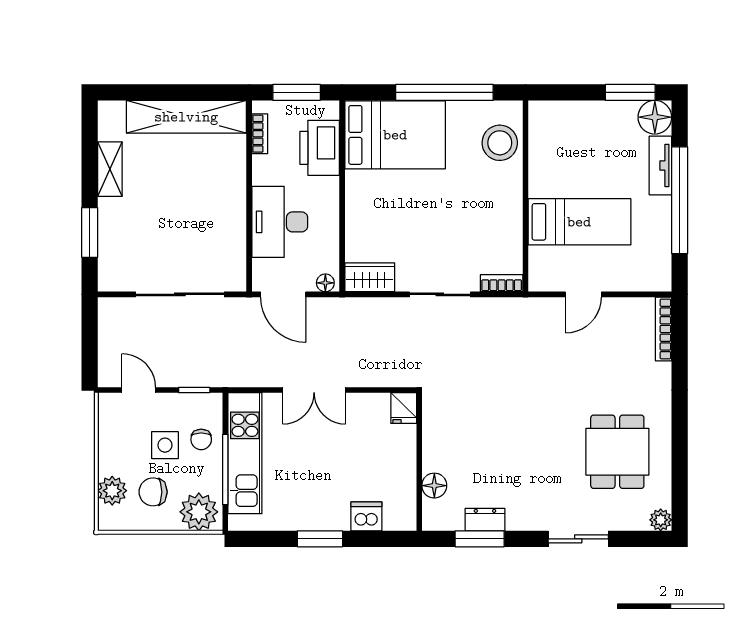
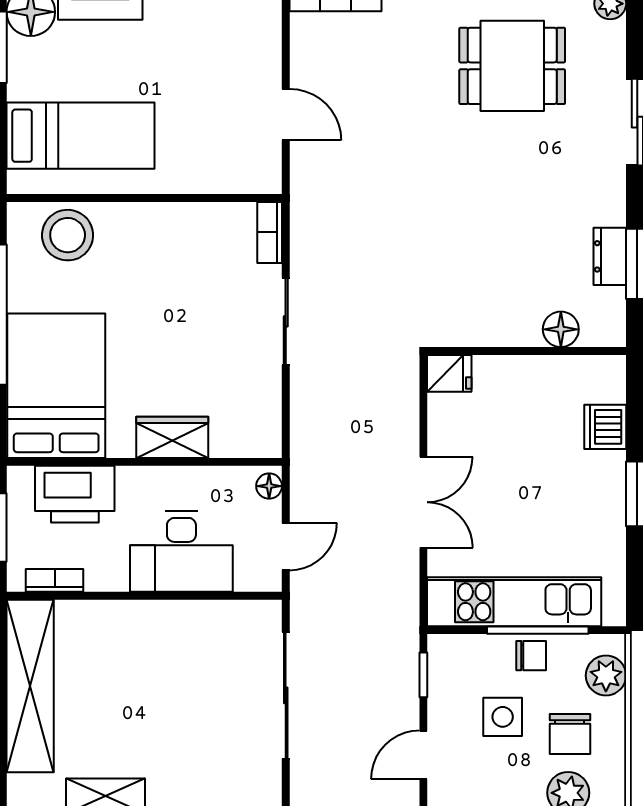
bed: (579, 222) -> (80, 136), moved, turned 90
wardrobe: (370, 277) -> (172, 437), moved, turned 90
door: (283, 294) -> (286, 547), width x0.73
chair: (201, 439) -> (531, 656), moved
plant: (199, 512) -> (606, 675), width x0.73, depth x0.73

